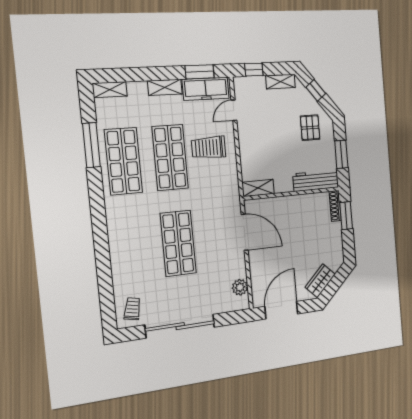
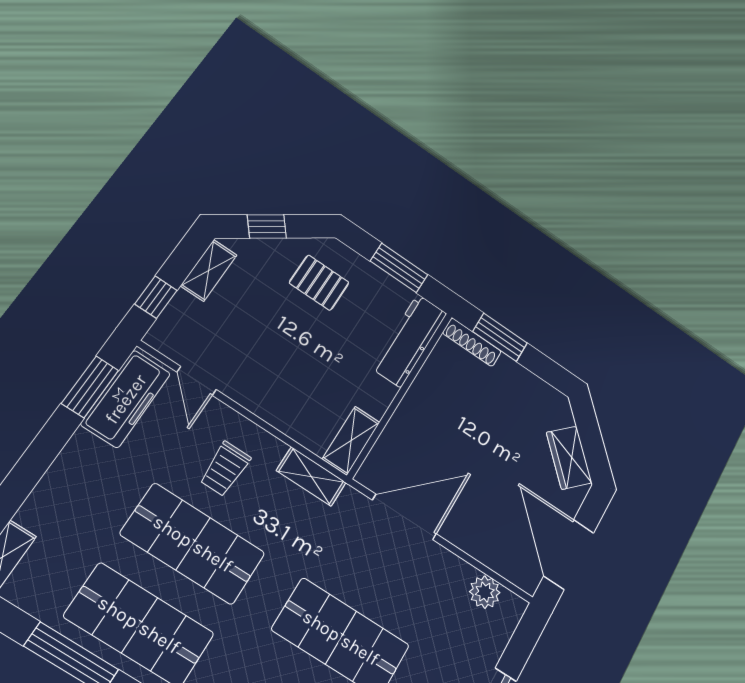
shelving: (165, 87) -> (311, 477), moved, turned 90
trolley: (209, 148) -> (225, 469), width x0.73, depth x0.72

